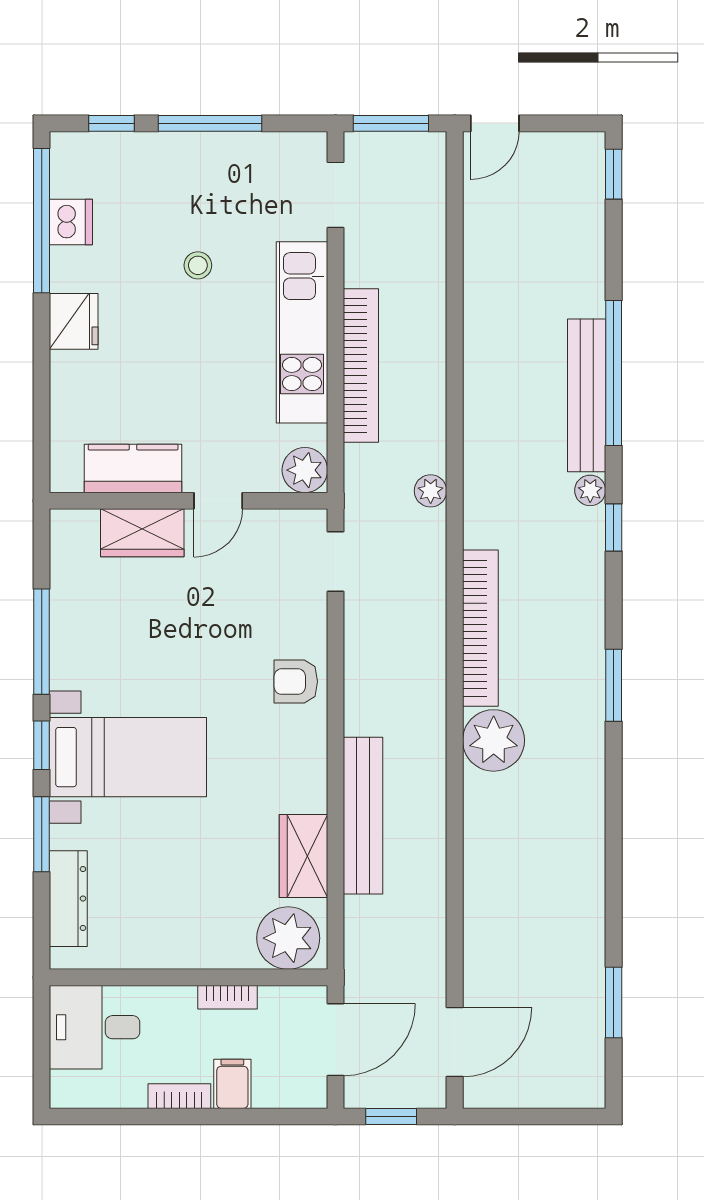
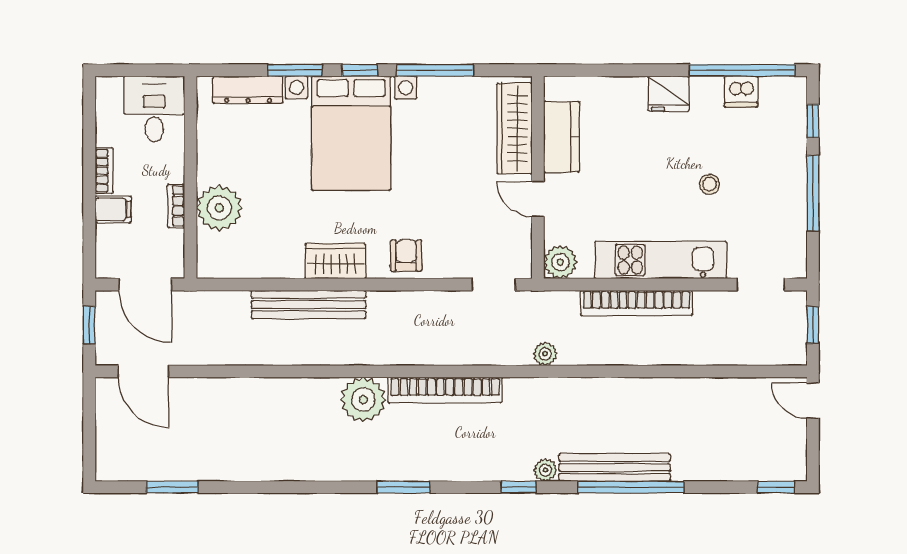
window: (391, 123) -> (813, 325), width x0.67
wardrobe: (142, 533) -> (515, 128), width x1.50
bed with nightstands: (128, 757) -> (351, 133), width x1.36
wardrobe: (303, 856) -> (335, 261), moved
plant: (288, 938) -> (219, 208), moved

